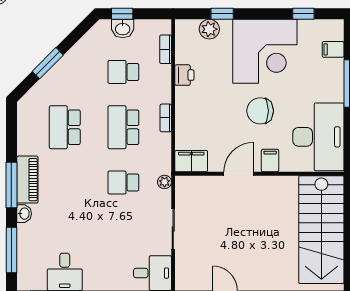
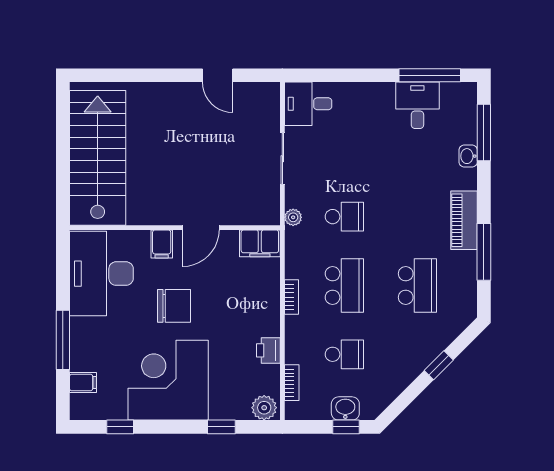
plant: (209, 29) -> (264, 408), moved
window: (48, 63) -> (439, 365), width x0.67
window: (11, 185) -> (484, 252), moved
washbasin: (24, 214) -> (468, 156), moved

